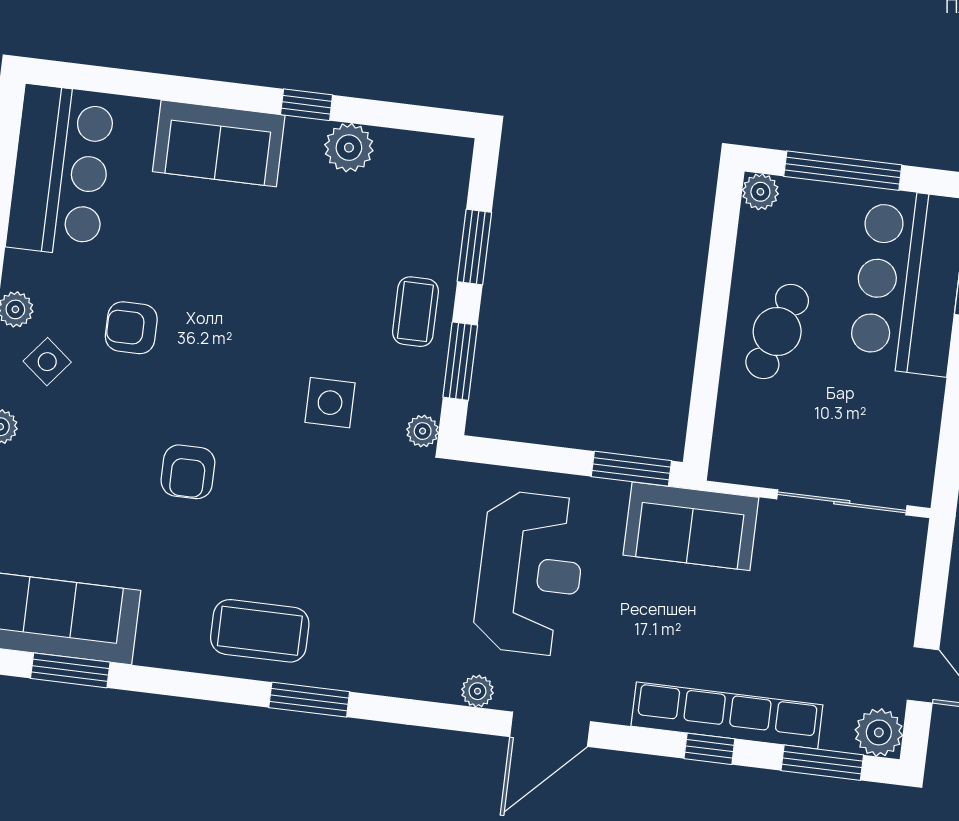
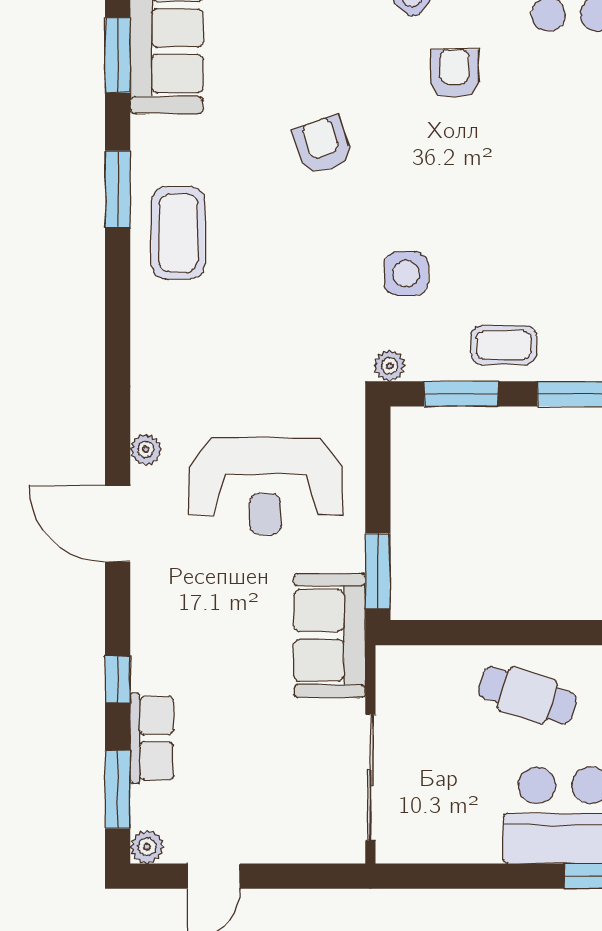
armchair: (188, 472) -> (323, 145), turned 71
window: (309, 700) -> (118, 189), moved
row of seats: (727, 716) -> (152, 738), width x0.50
plant: (879, 732) -> (147, 847), width x0.73, depth x0.73

